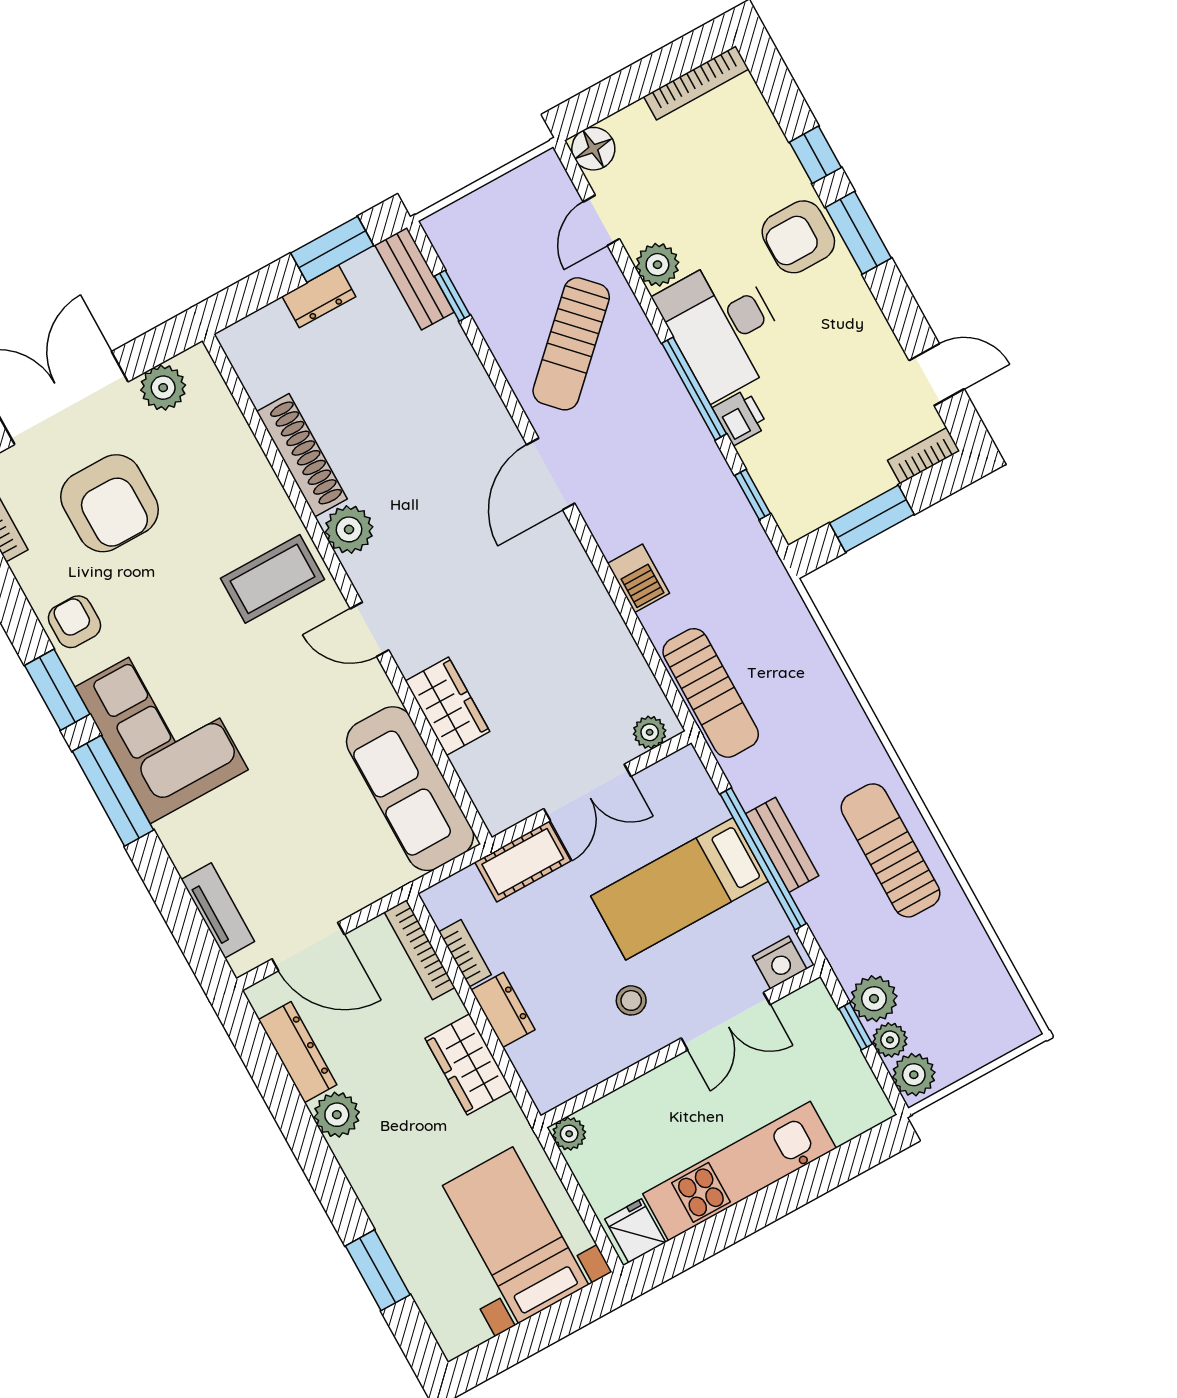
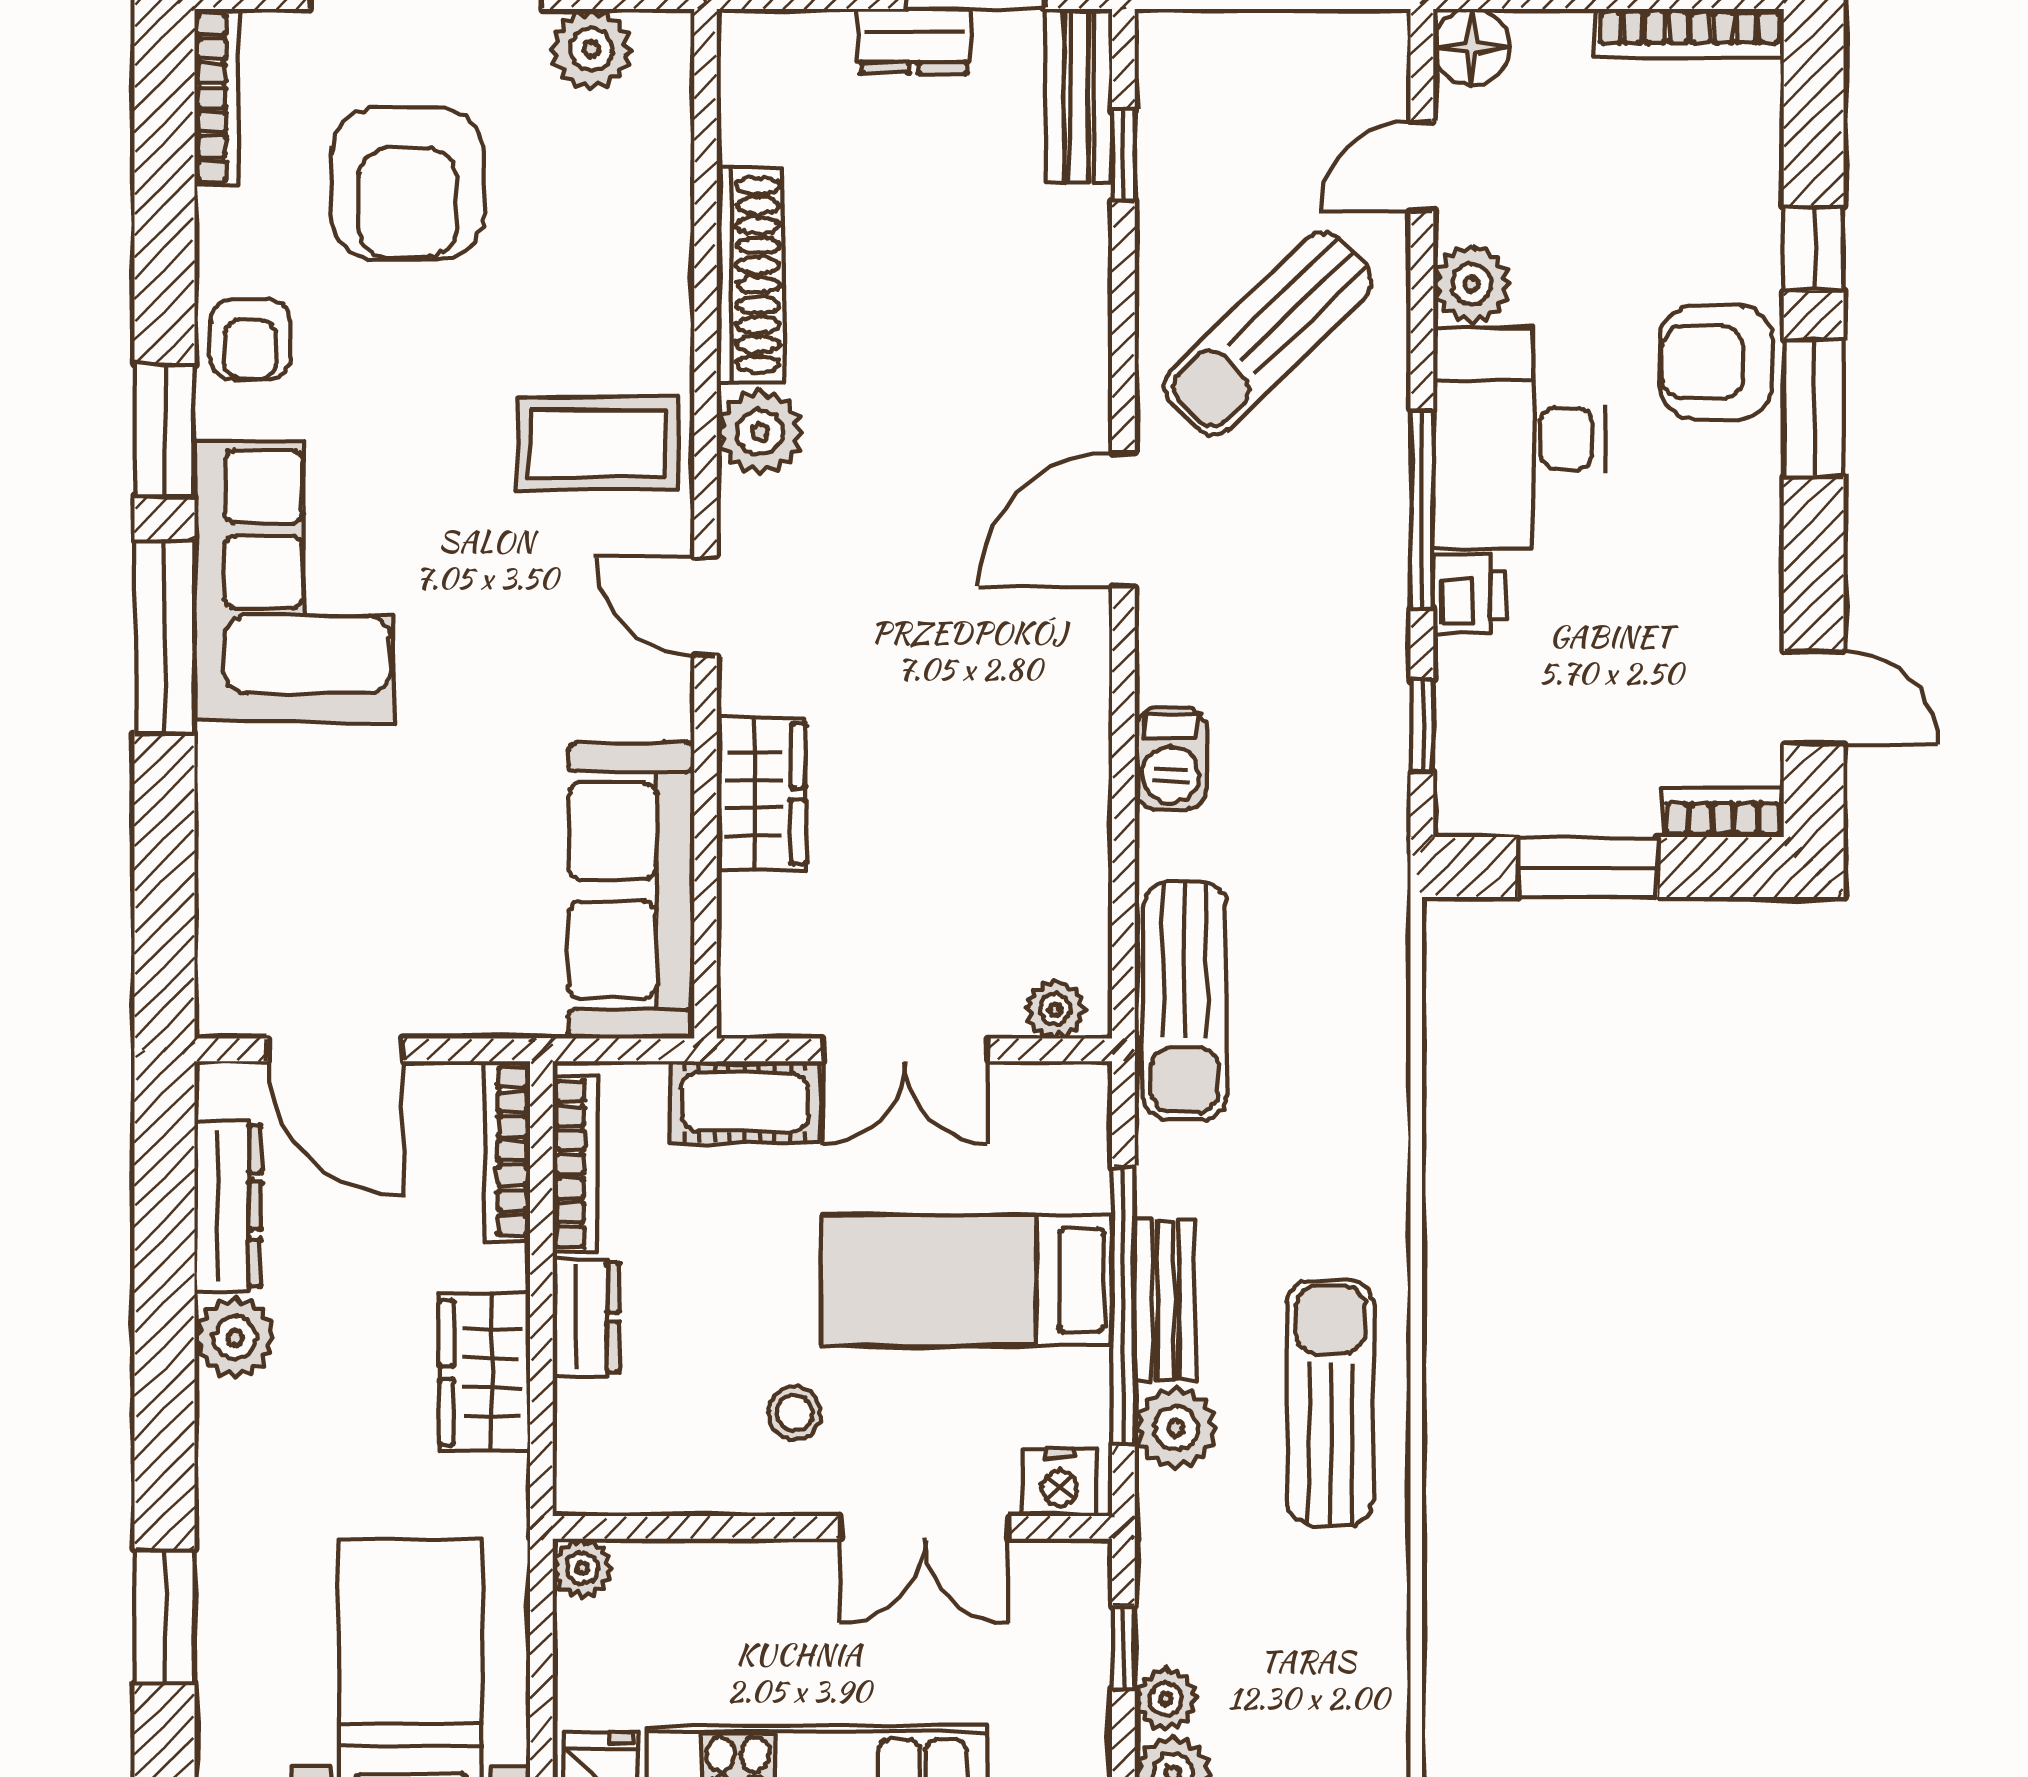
armchair: (74, 622) -> (250, 339), turned 180
tv unit: (218, 910) -> (225, 915), removed
bookcase: (465, 953) -> (575, 1164), width x1.56
plant: (874, 999) -> (1176, 1428), moved

